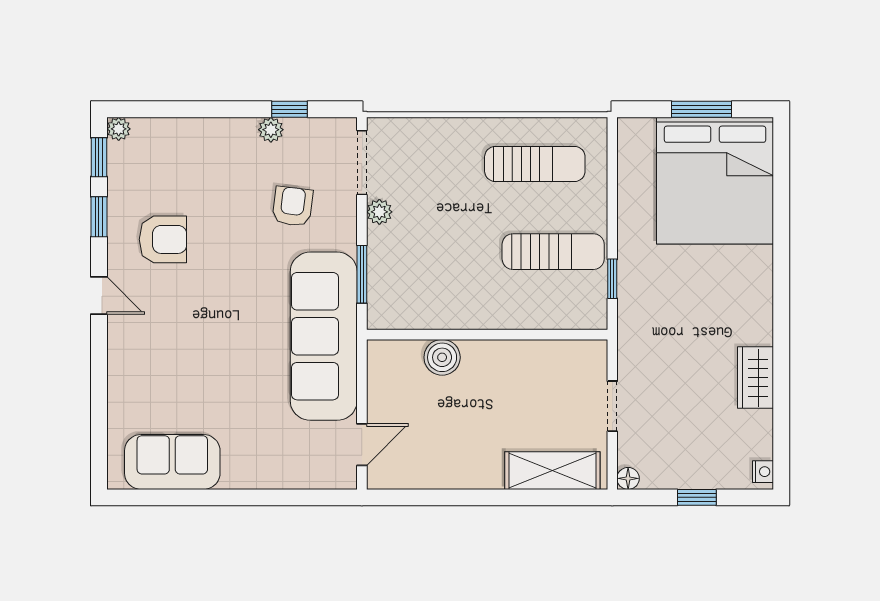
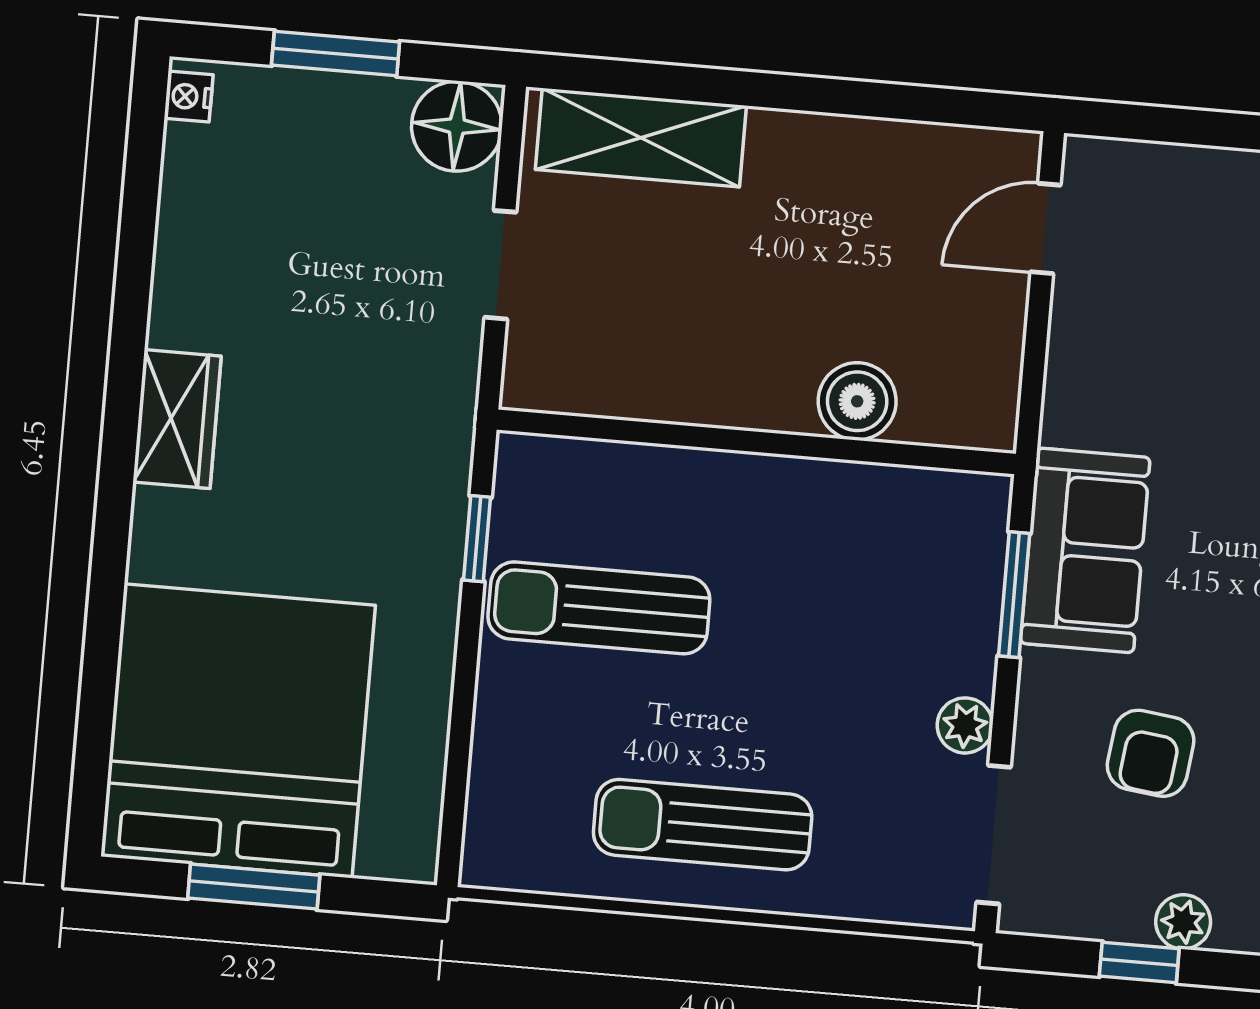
sun lounger: (535, 164) -> (703, 825), moved
sofa: (324, 336) -> (1085, 550), width x0.54, depth x0.79
wardrobe: (756, 378) -> (177, 419), moved
floor lamp: (628, 478) -> (457, 126), width x1.89, depth x1.89
window: (697, 497) -> (336, 53), width x1.50

